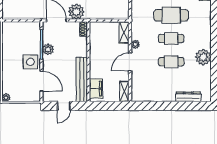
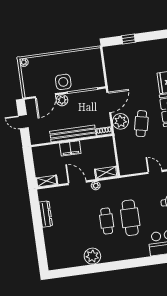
plant: (48, 49) -> (62, 100), moved
cafe table: (171, 62) -> (83, 224), removed
bench: (82, 79) -> (73, 134), moved
filing cabinet: (96, 89) -> (70, 148), moved
dresser: (188, 97) -> (46, 214), moved

